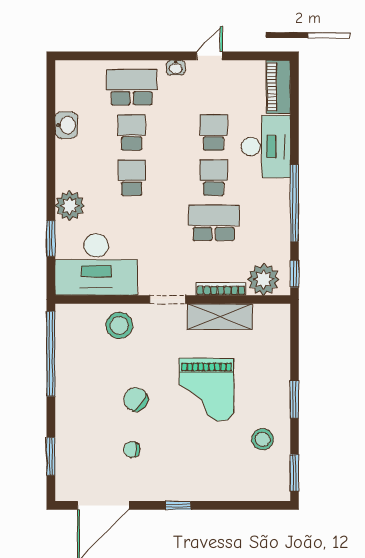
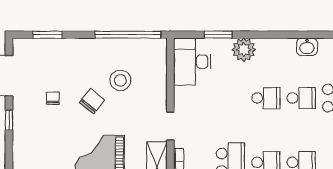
desk: (96, 264) -> (192, 62), width x0.73, depth x0.77
stool: (119, 325) -> (120, 80), moved
window: (178, 505) -> (9, 120), moved

